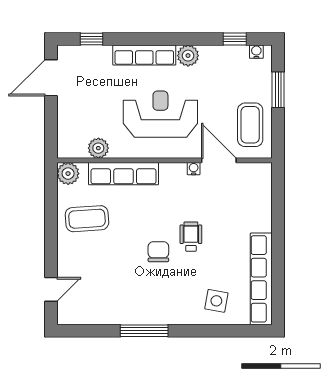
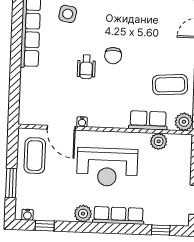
row of seats: (124, 174) -> (148, 120), width x0.68

